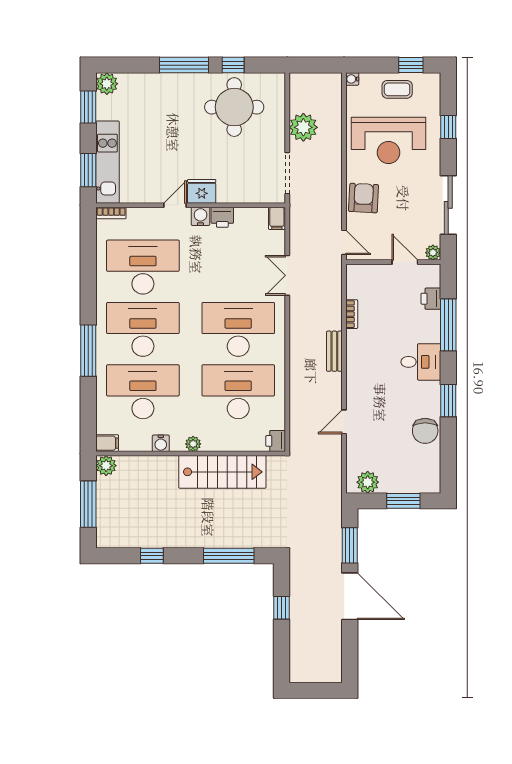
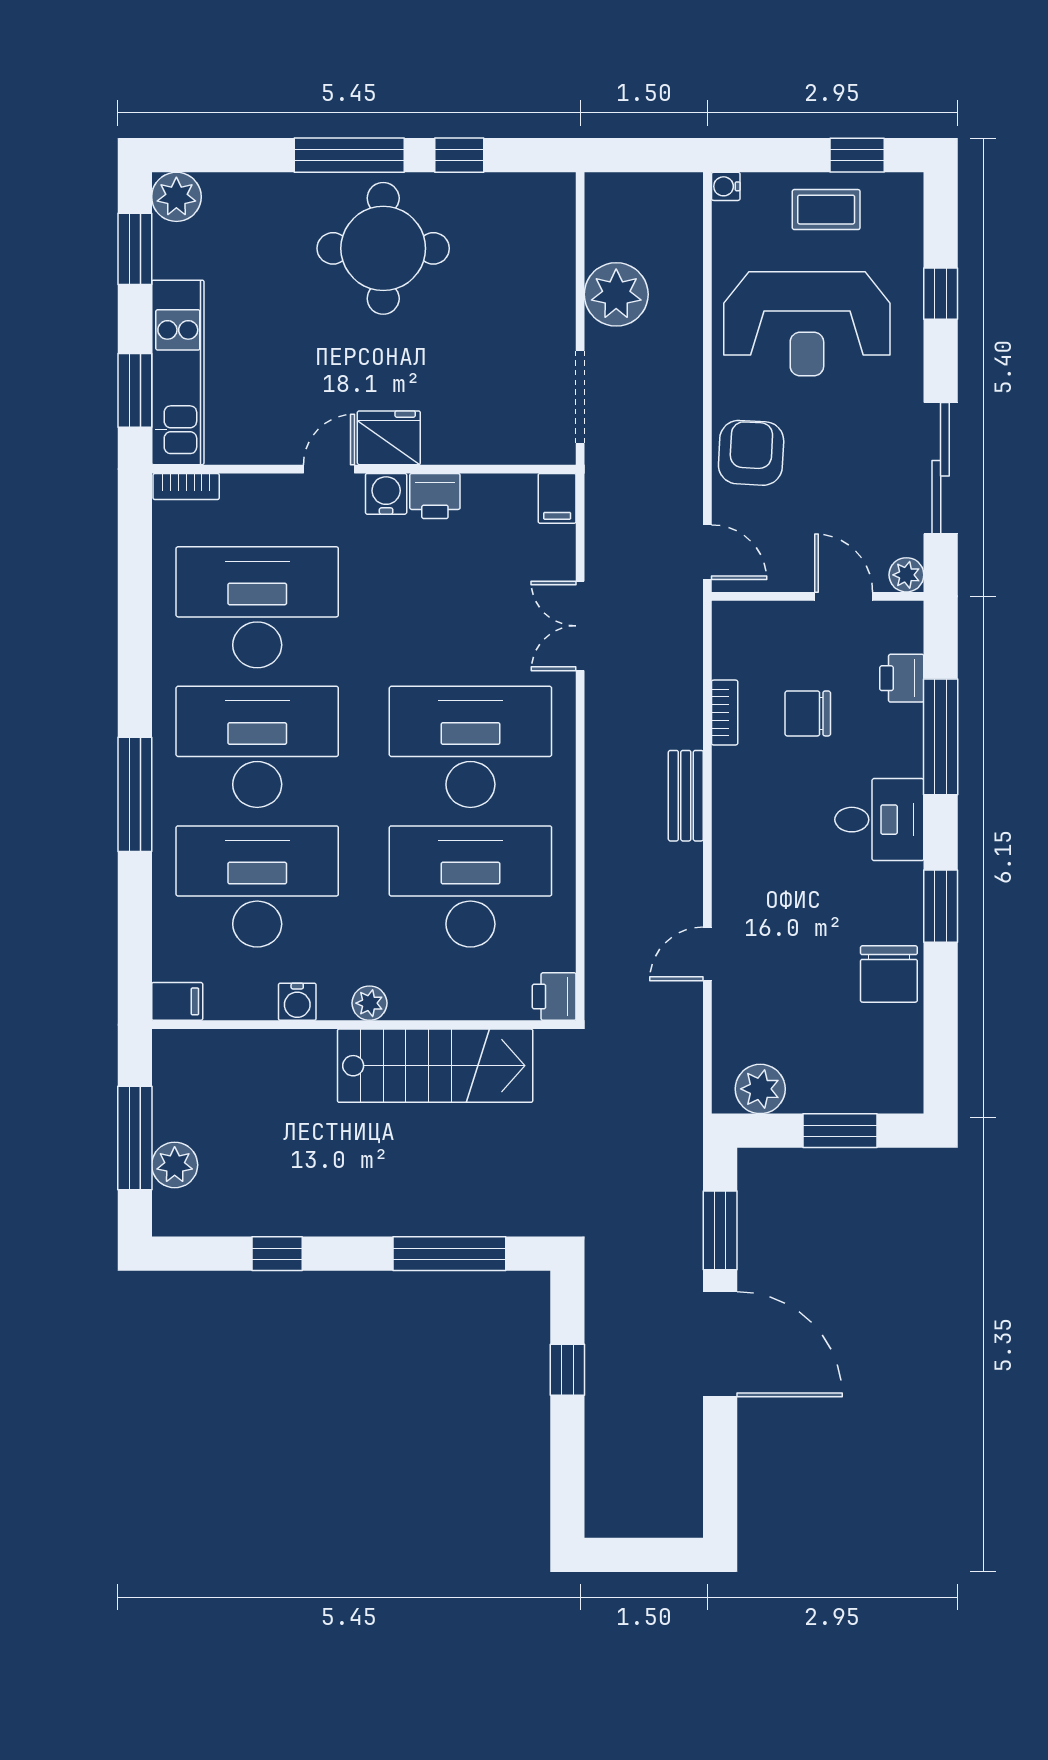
round table: (234, 107) -> (383, 248), moved
chair: (389, 314) -> (808, 713), added
plant: (106, 466) -> (175, 1165), moved

